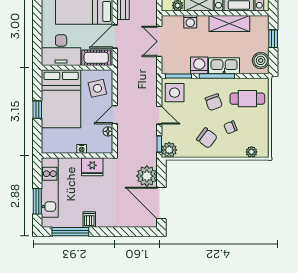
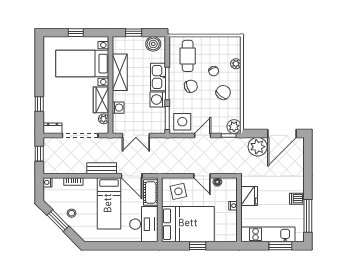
plant: (252, 152) -> (236, 64), moved

